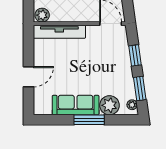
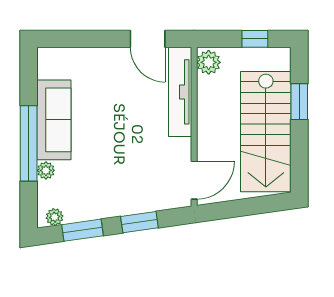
door: (28, 77) -> (148, 39), moved
plant: (109, 105) -> (46, 170), width x0.53, depth x0.53
window: (89, 120) -> (29, 143), width x1.46

